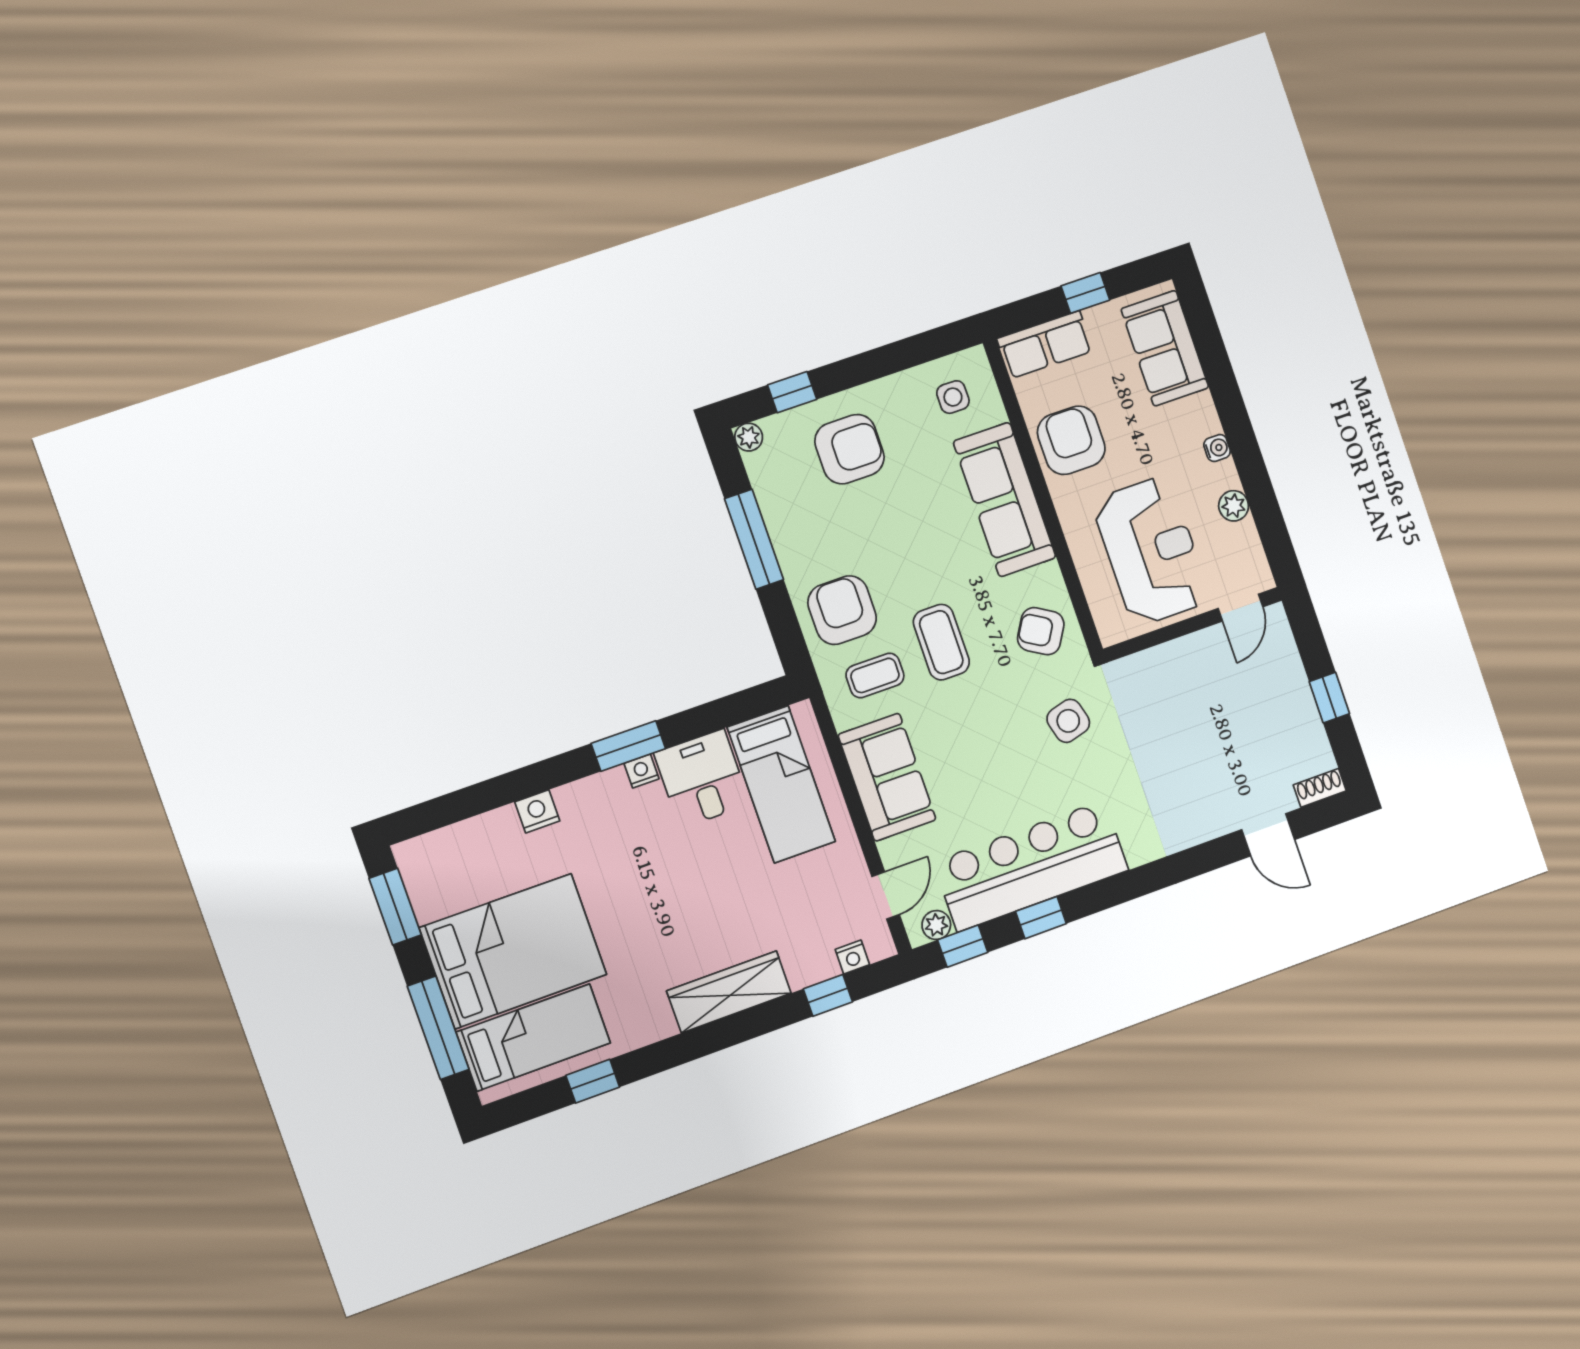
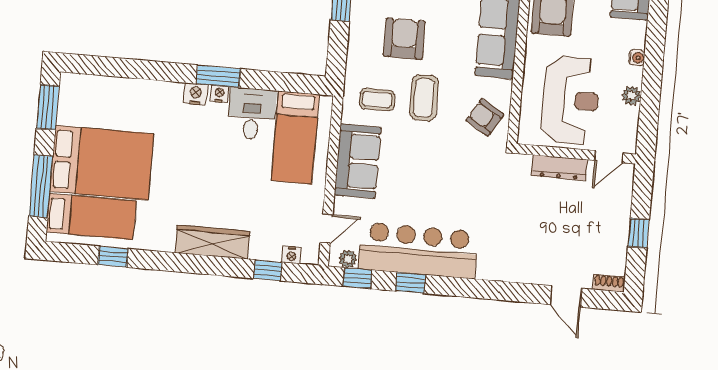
armchair: (842, 610) -> (404, 39), moved
dresser: (1178, 655) -> (559, 168), added
side table: (1068, 721) -> (478, 177), removed
nightstand: (537, 811) -> (196, 94), moved

